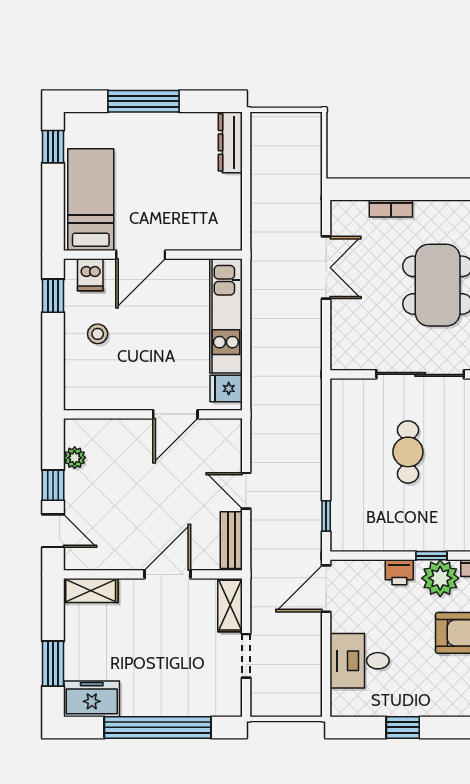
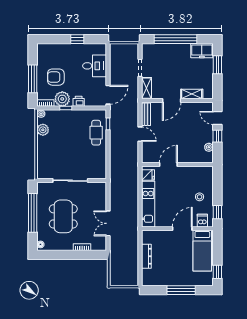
dresser: (230, 142) -> (146, 256), moved
cafe table: (408, 452) -> (96, 133), moved
shelving: (91, 590) -> (192, 94), moved

